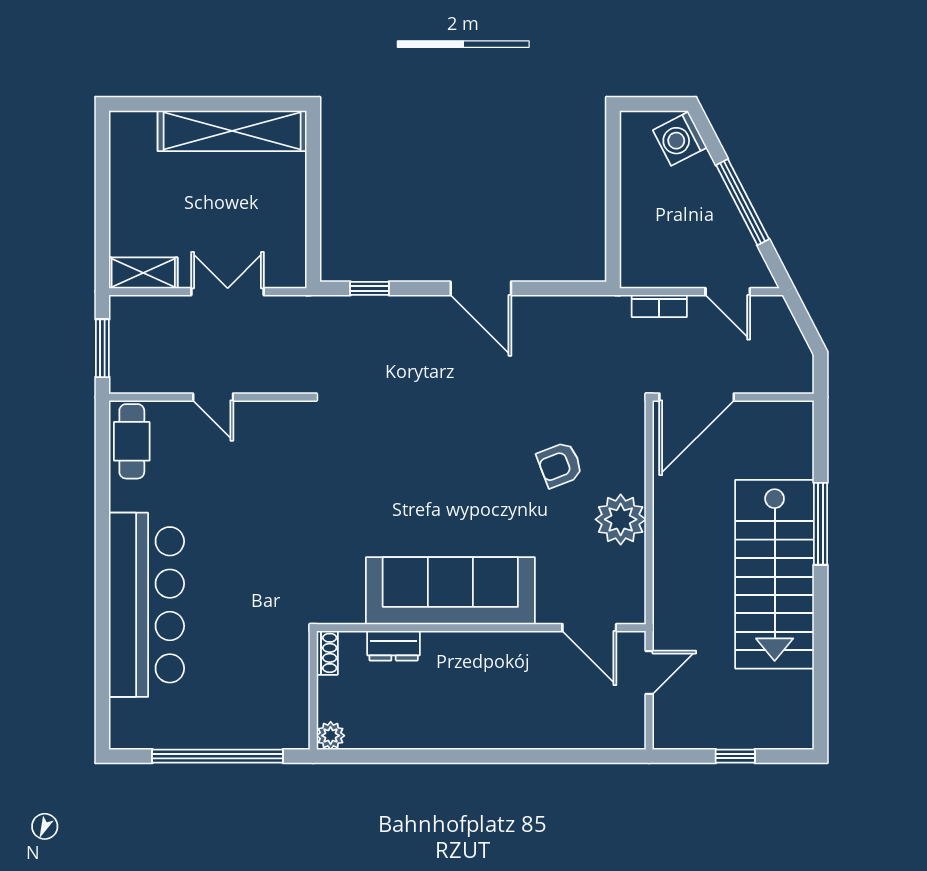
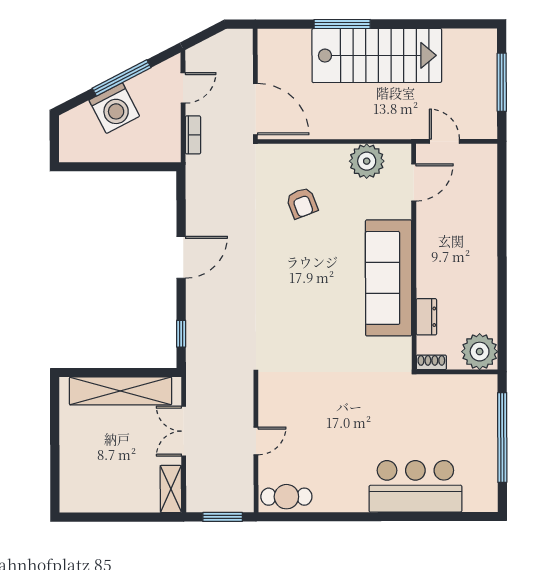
shelving: (232, 131) -> (121, 391), moved, turned 90
washing machine: (680, 139) -> (114, 108), moved, width x1.37, depth x1.37
plant: (621, 519) -> (367, 161), moved
bar counter: (147, 605) -> (415, 486), width x0.73
plant: (331, 736) -> (480, 352), width x1.88, depth x1.88
window: (735, 756) -> (502, 82), width x2.17

